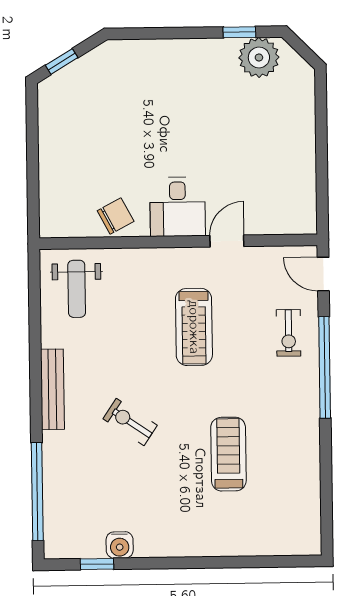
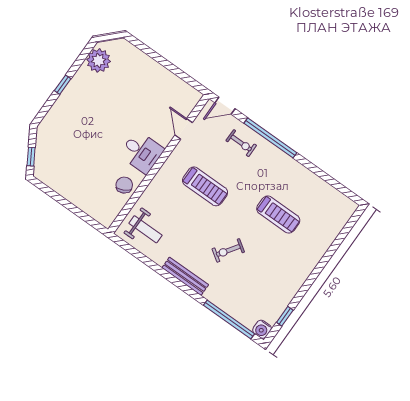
window: (239, 32) -> (63, 85), moved
door: (227, 241) -> (184, 129), moved
treadmill: (228, 454) -> (278, 215), turned 180
water cooler: (120, 545) -> (262, 329), moved, turned 90

